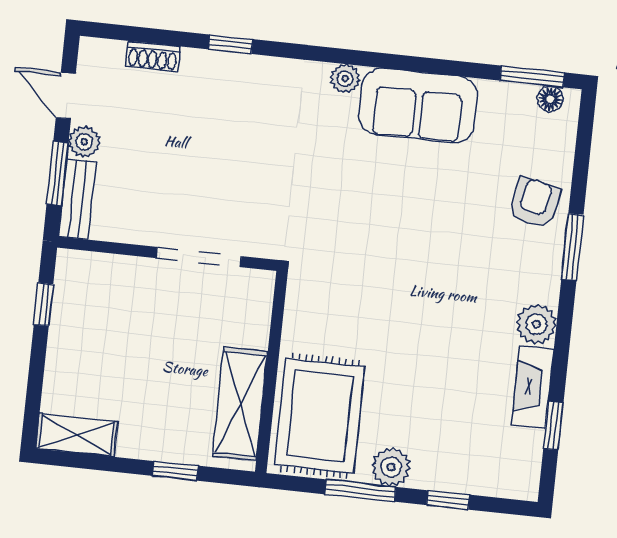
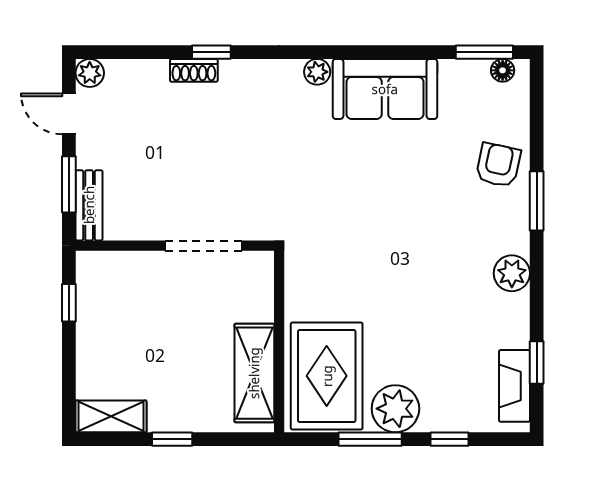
shoe rack: (153, 56) -> (194, 70), moved
plant: (84, 142) -> (90, 73), moved
fireplace: (533, 387) -> (514, 386), moved
plant: (391, 467) -> (395, 409), width x1.36, depth x1.36
window: (175, 471) -> (172, 439), moved

